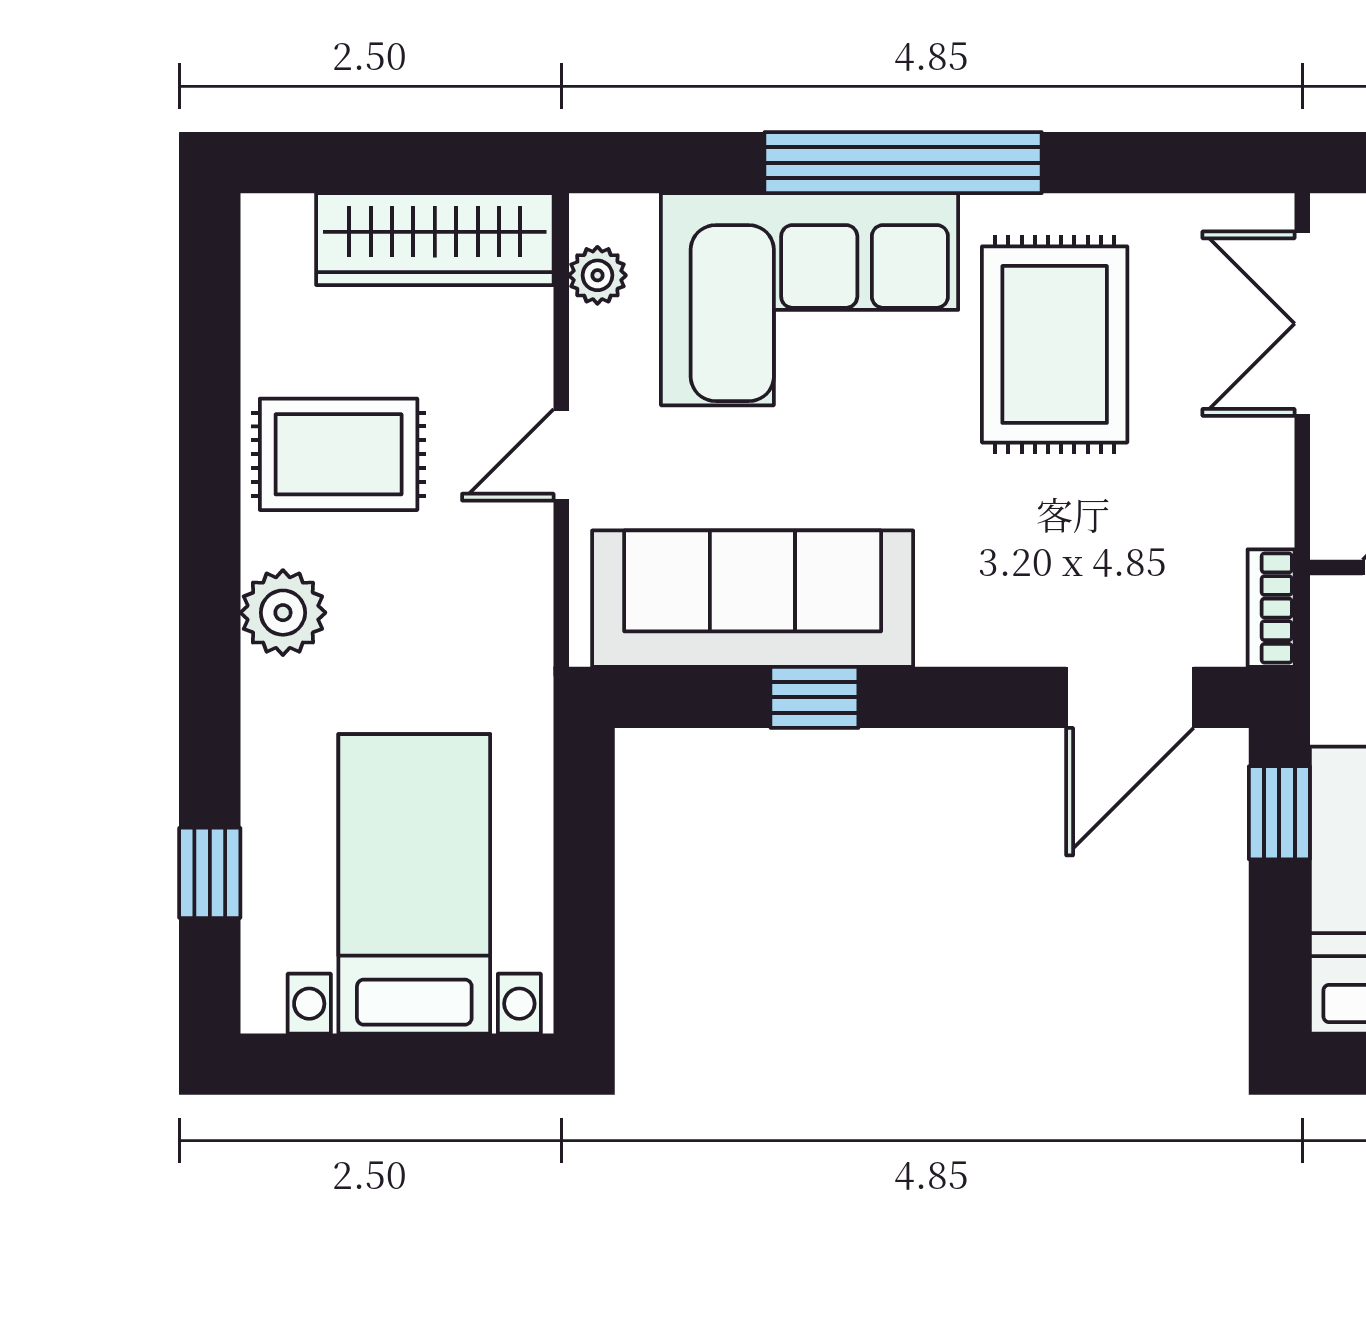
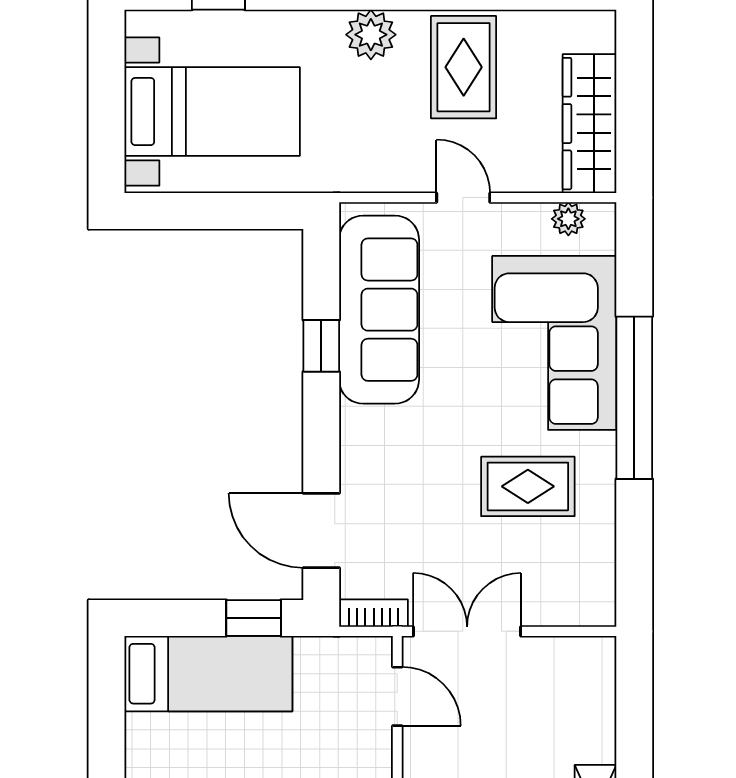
double door: (1302, 324) -> (467, 631), moved
rug: (1055, 344) -> (528, 486), width x0.73, depth x0.70

